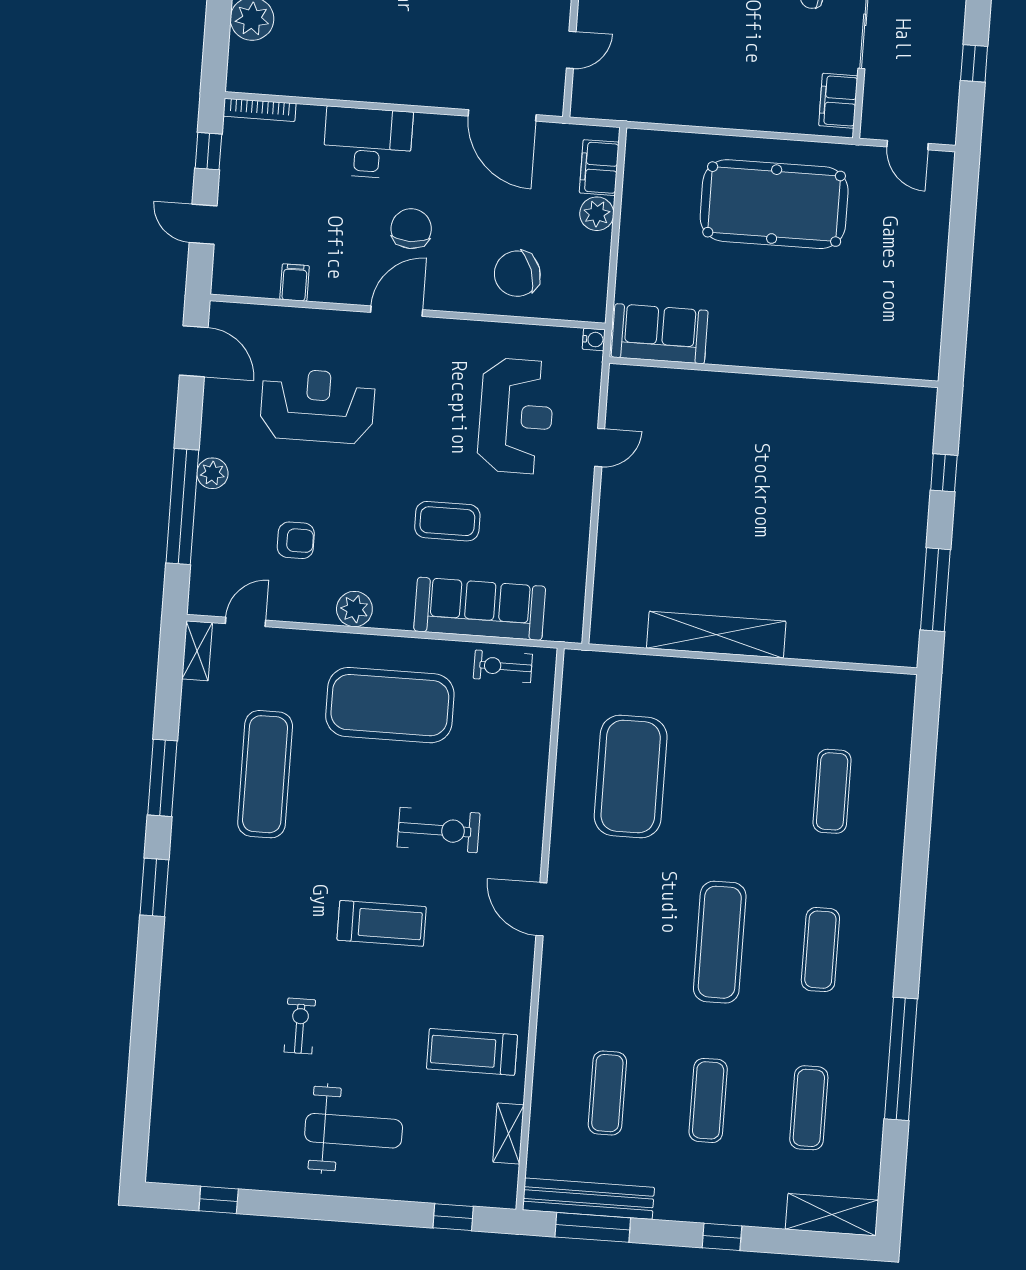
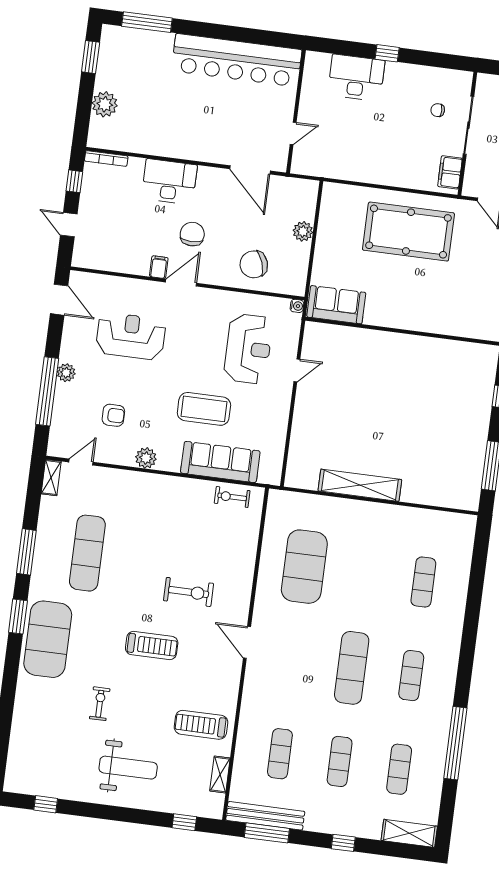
filing cabinet: (599, 168) -> (306, 204), removed
filing cabinet: (295, 283) -> (159, 267), moved
coffee table: (447, 521) -> (204, 409), width x1.36, depth x1.32
exercise mat: (390, 705) -> (48, 639), moved, turned 90

